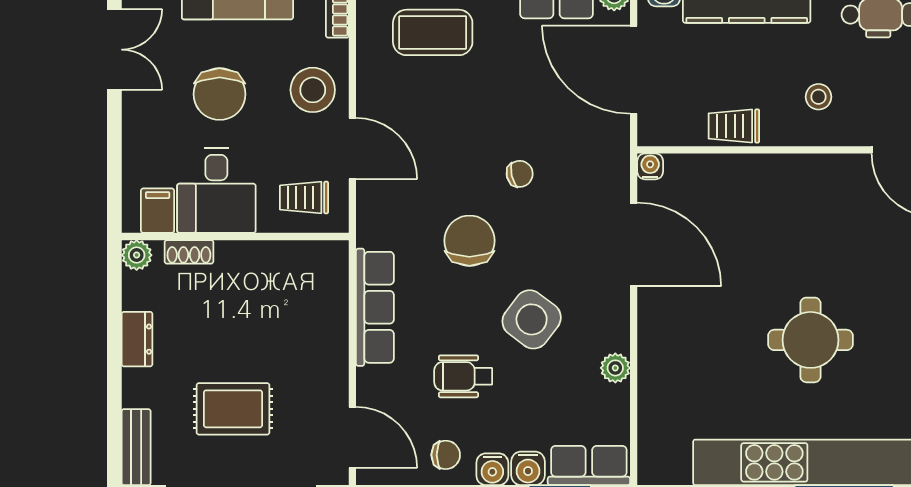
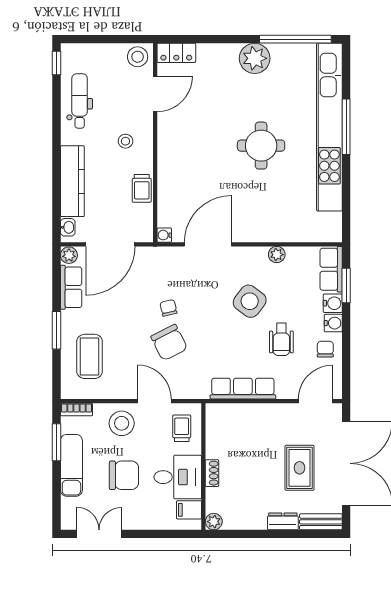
door: (352, 149) -> (154, 401), hinge flipped
trolley: (304, 198) -> (182, 428), turned 180
chair: (469, 241) -> (169, 343), moved, turned -117
shoe rack: (189, 252) -> (212, 473), moved
dresser: (137, 339) -> (283, 521), moved

